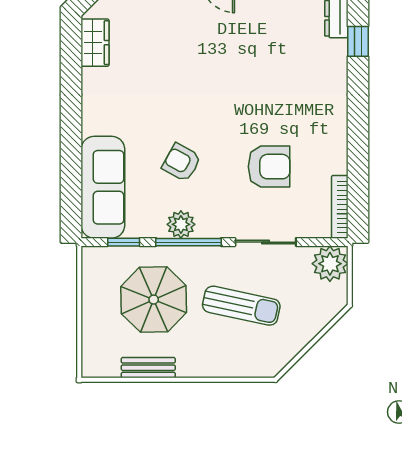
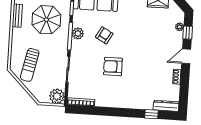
armchair: (269, 167) -> (113, 67), moved, turned 90
sun lounger: (241, 306) -> (30, 65), moved

